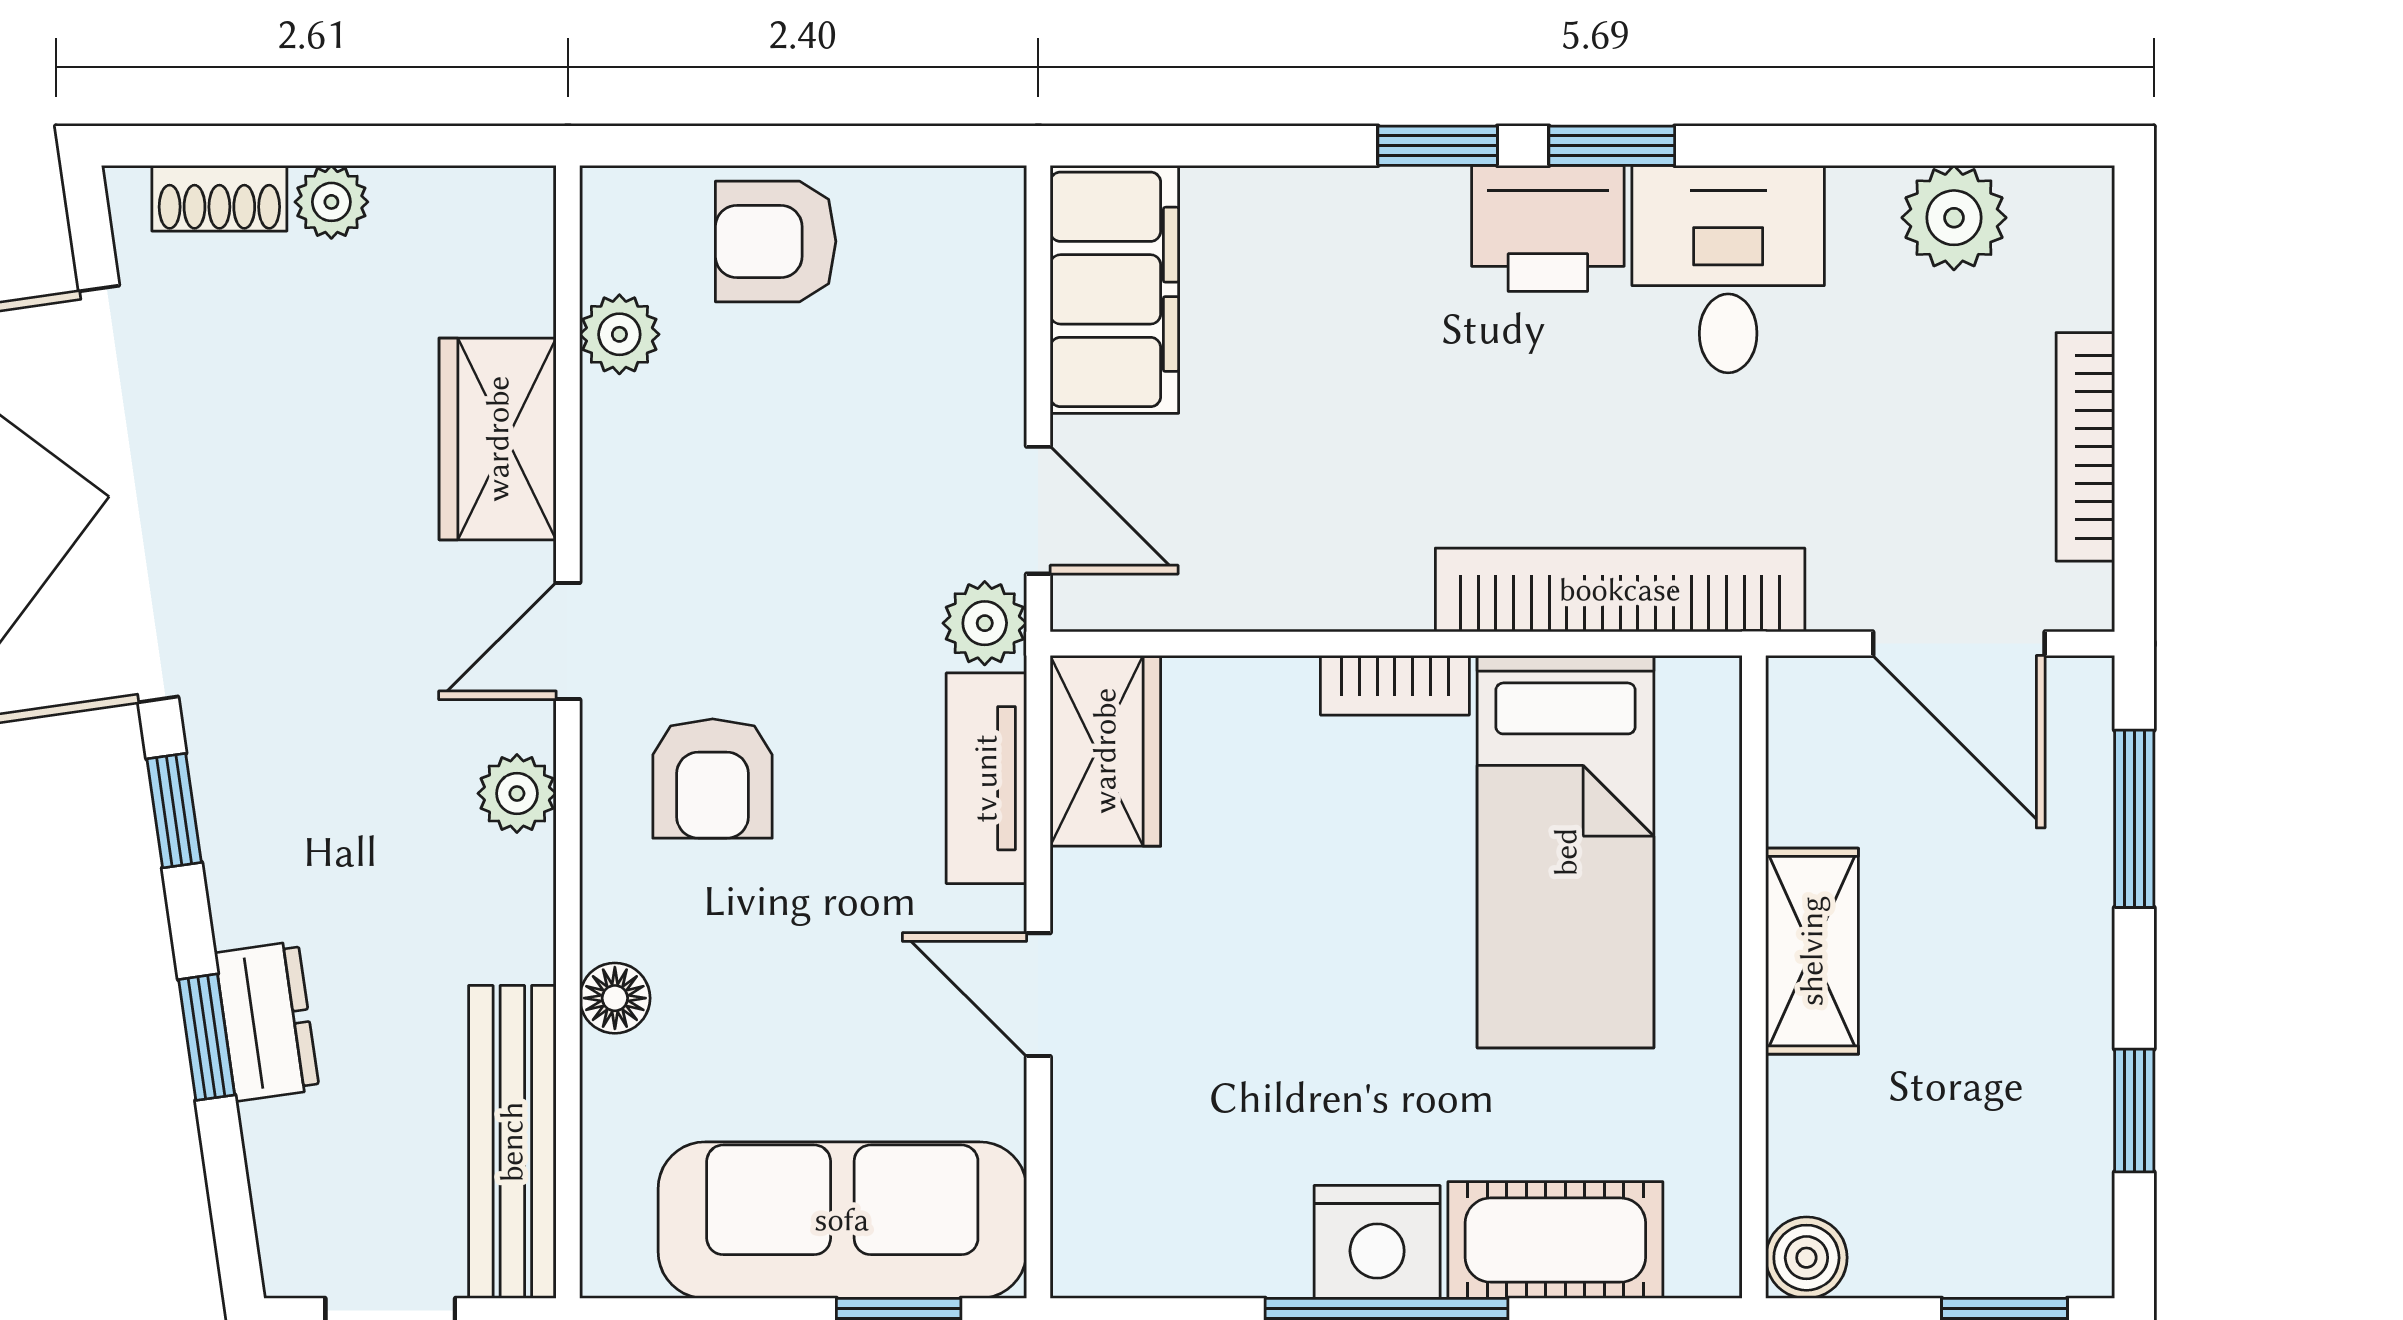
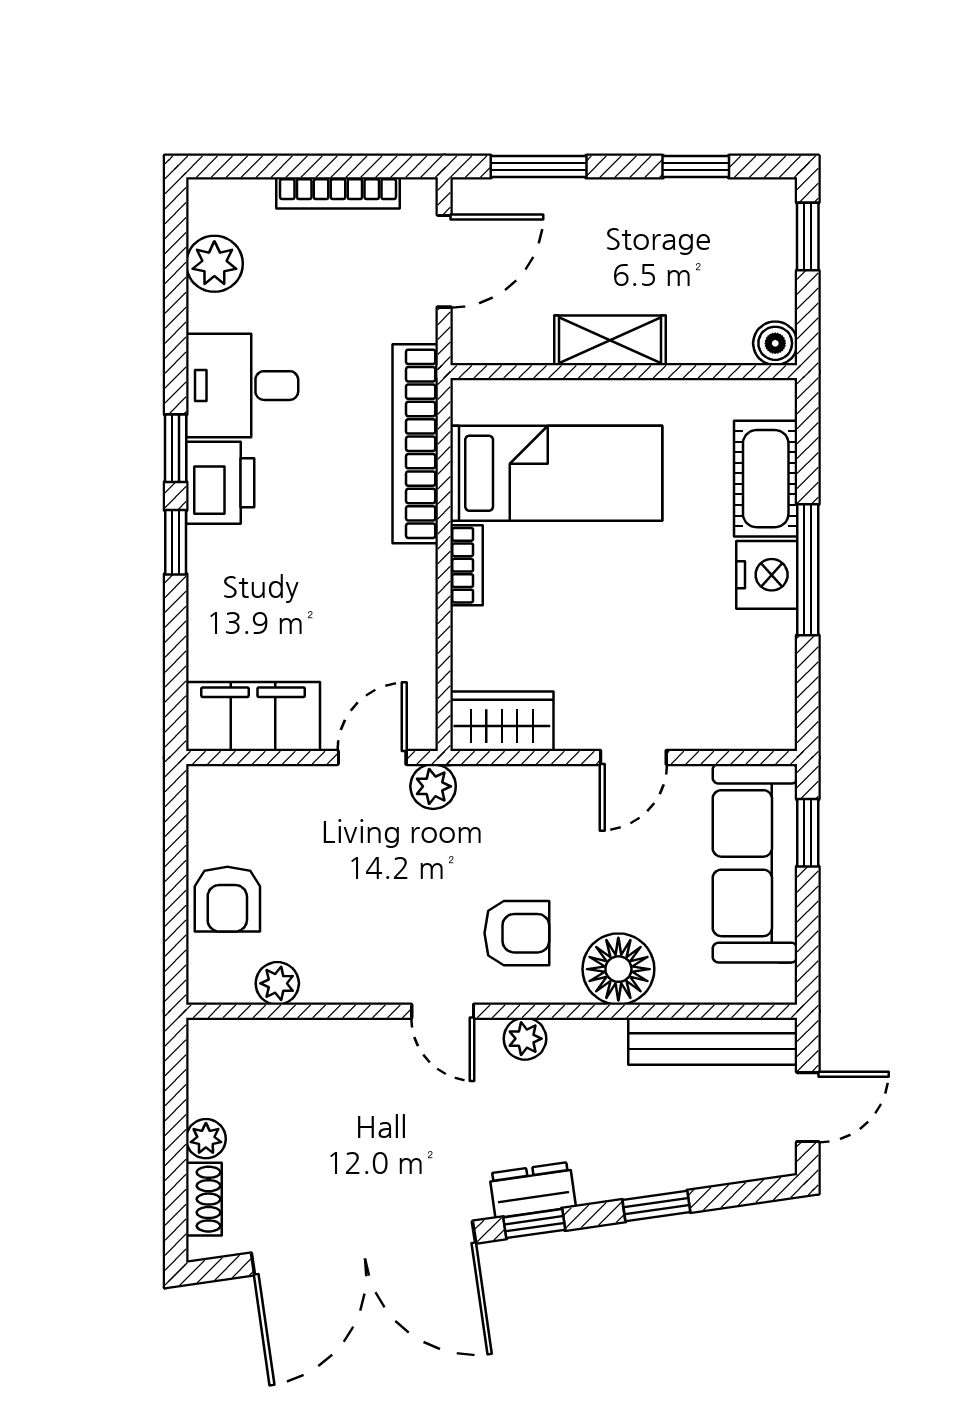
wardrobe: (498, 439) -> (334, 1049), removed
tv unit: (986, 778) -> (517, 785), removed
floor lamp: (615, 998) -> (618, 969), width x1.89, depth x1.89
dresser: (267, 1021) -> (532, 1190), moved

